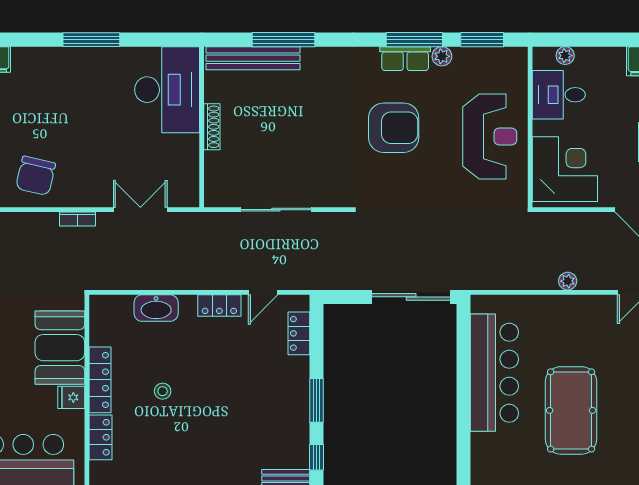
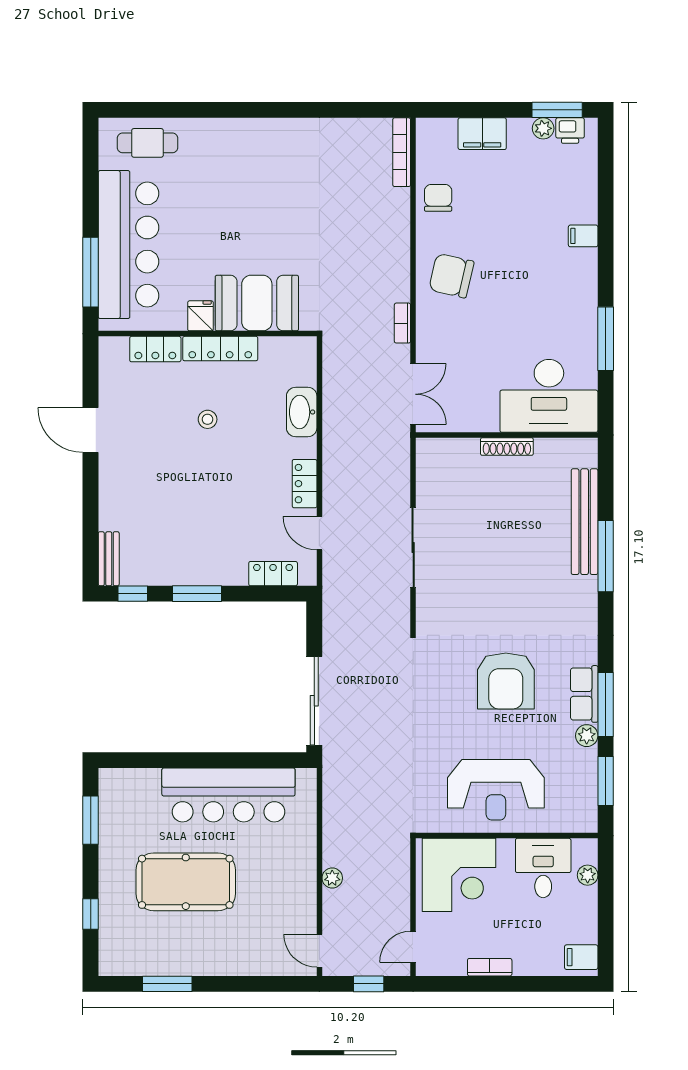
desk: (167, 90) -> (549, 396), moved
wall: (202, 127) -> (507, 435), moved
shoe rack: (212, 127) -> (507, 447), moved

